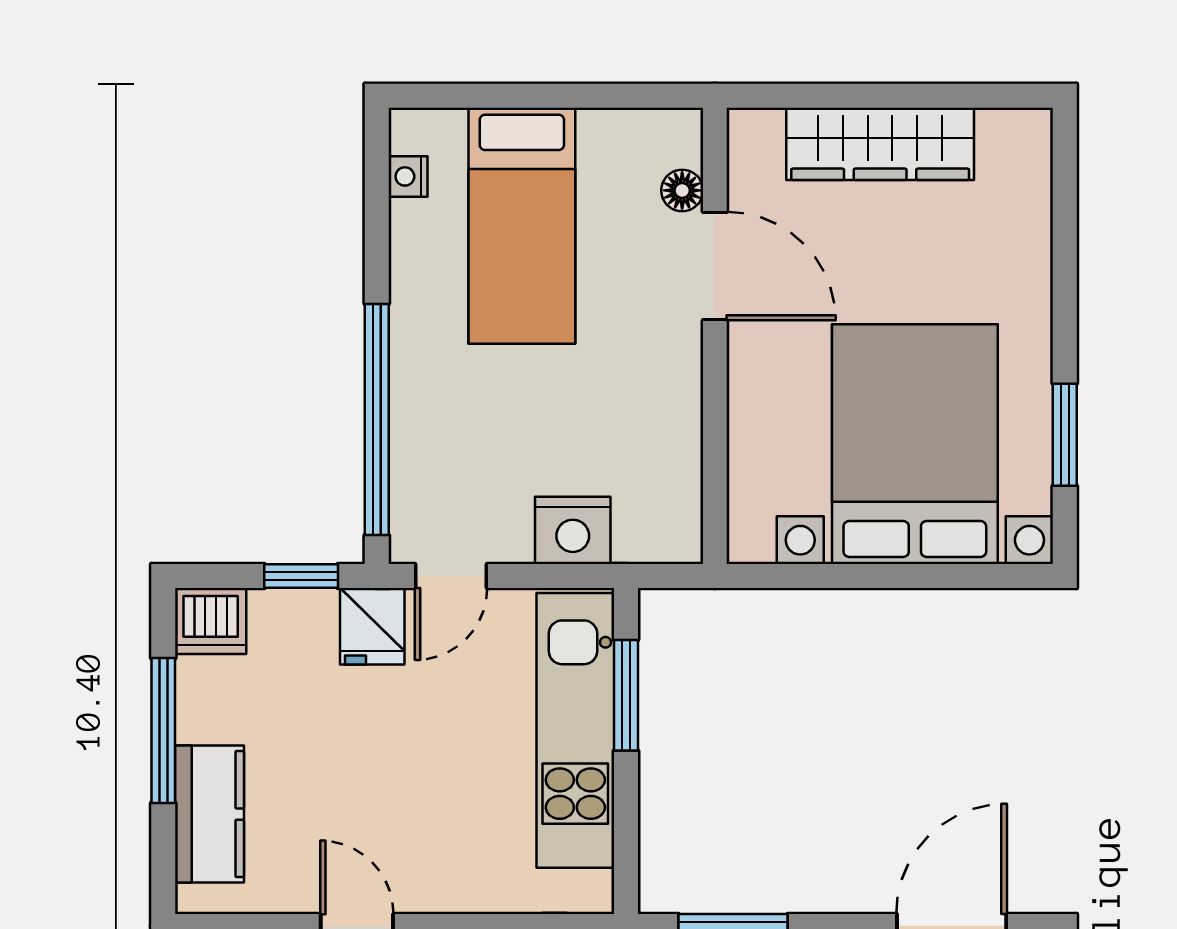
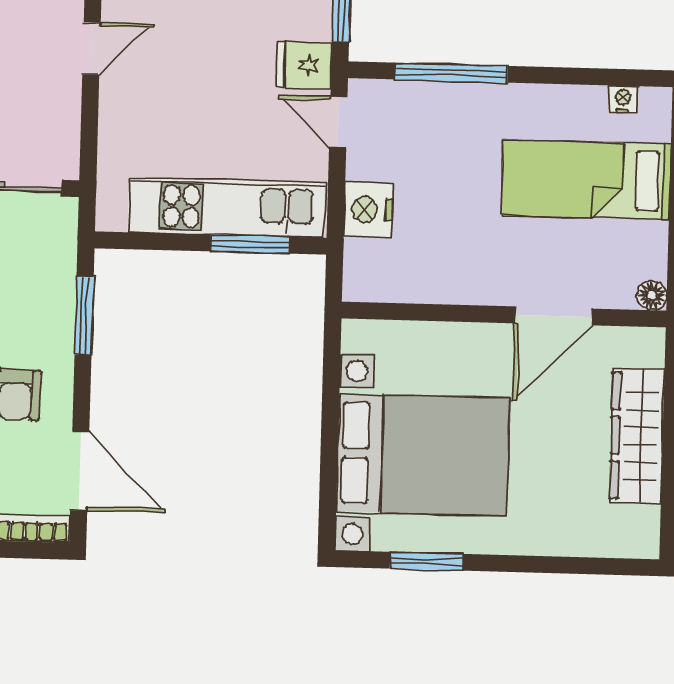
floor lamp: (682, 190) -> (652, 295), moved
window: (377, 419) -> (451, 73), width x0.68

